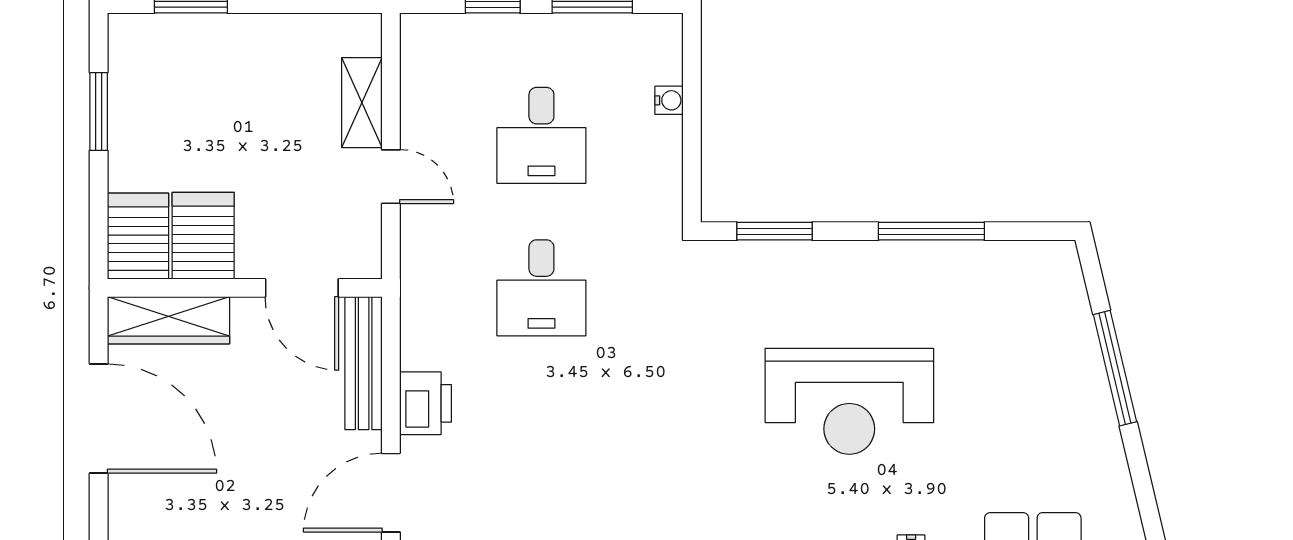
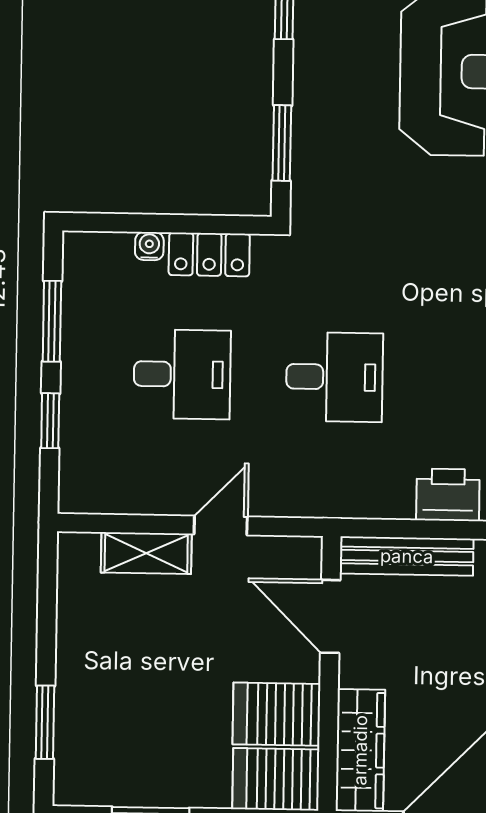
locker: (662, 160) -> (209, 254), added
door: (302, 288) -> (330, 616), swing flipped

